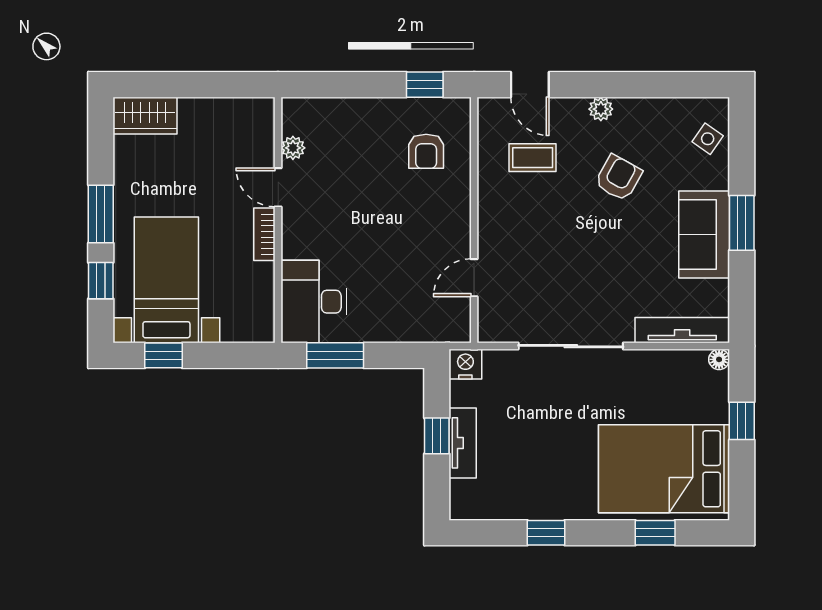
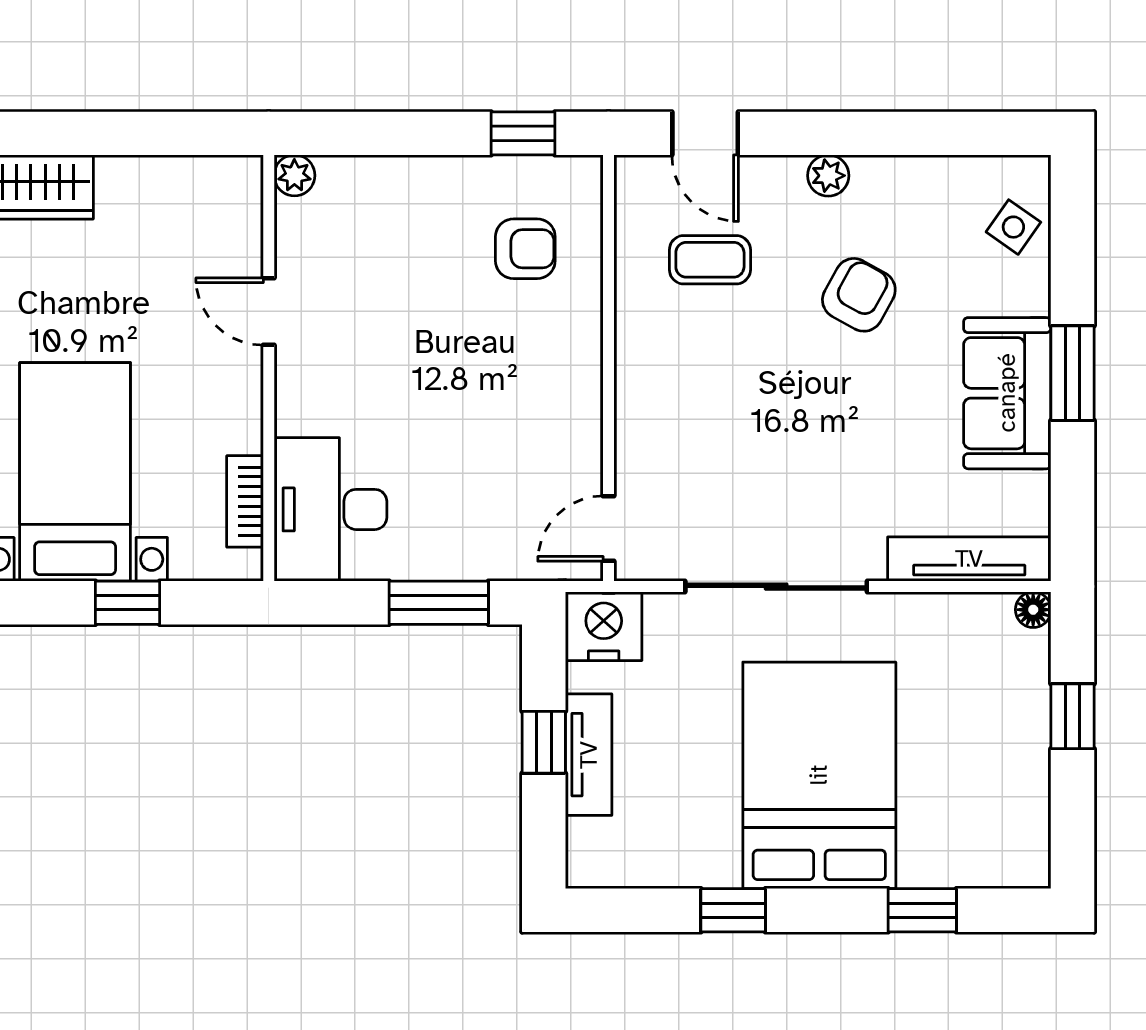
plant: (293, 148) -> (294, 175), moved
armchair: (426, 151) -> (525, 249), turned -90
bookcase: (264, 234) -> (245, 501), moved
door: (474, 278) -> (609, 529), moved
window: (163, 355) -> (128, 603), moved
window: (335, 355) -> (439, 603), moved
nightstand: (465, 364) -> (604, 626), width x1.36, depth x1.33
bed: (664, 469) -> (819, 775), moved, turned 90

